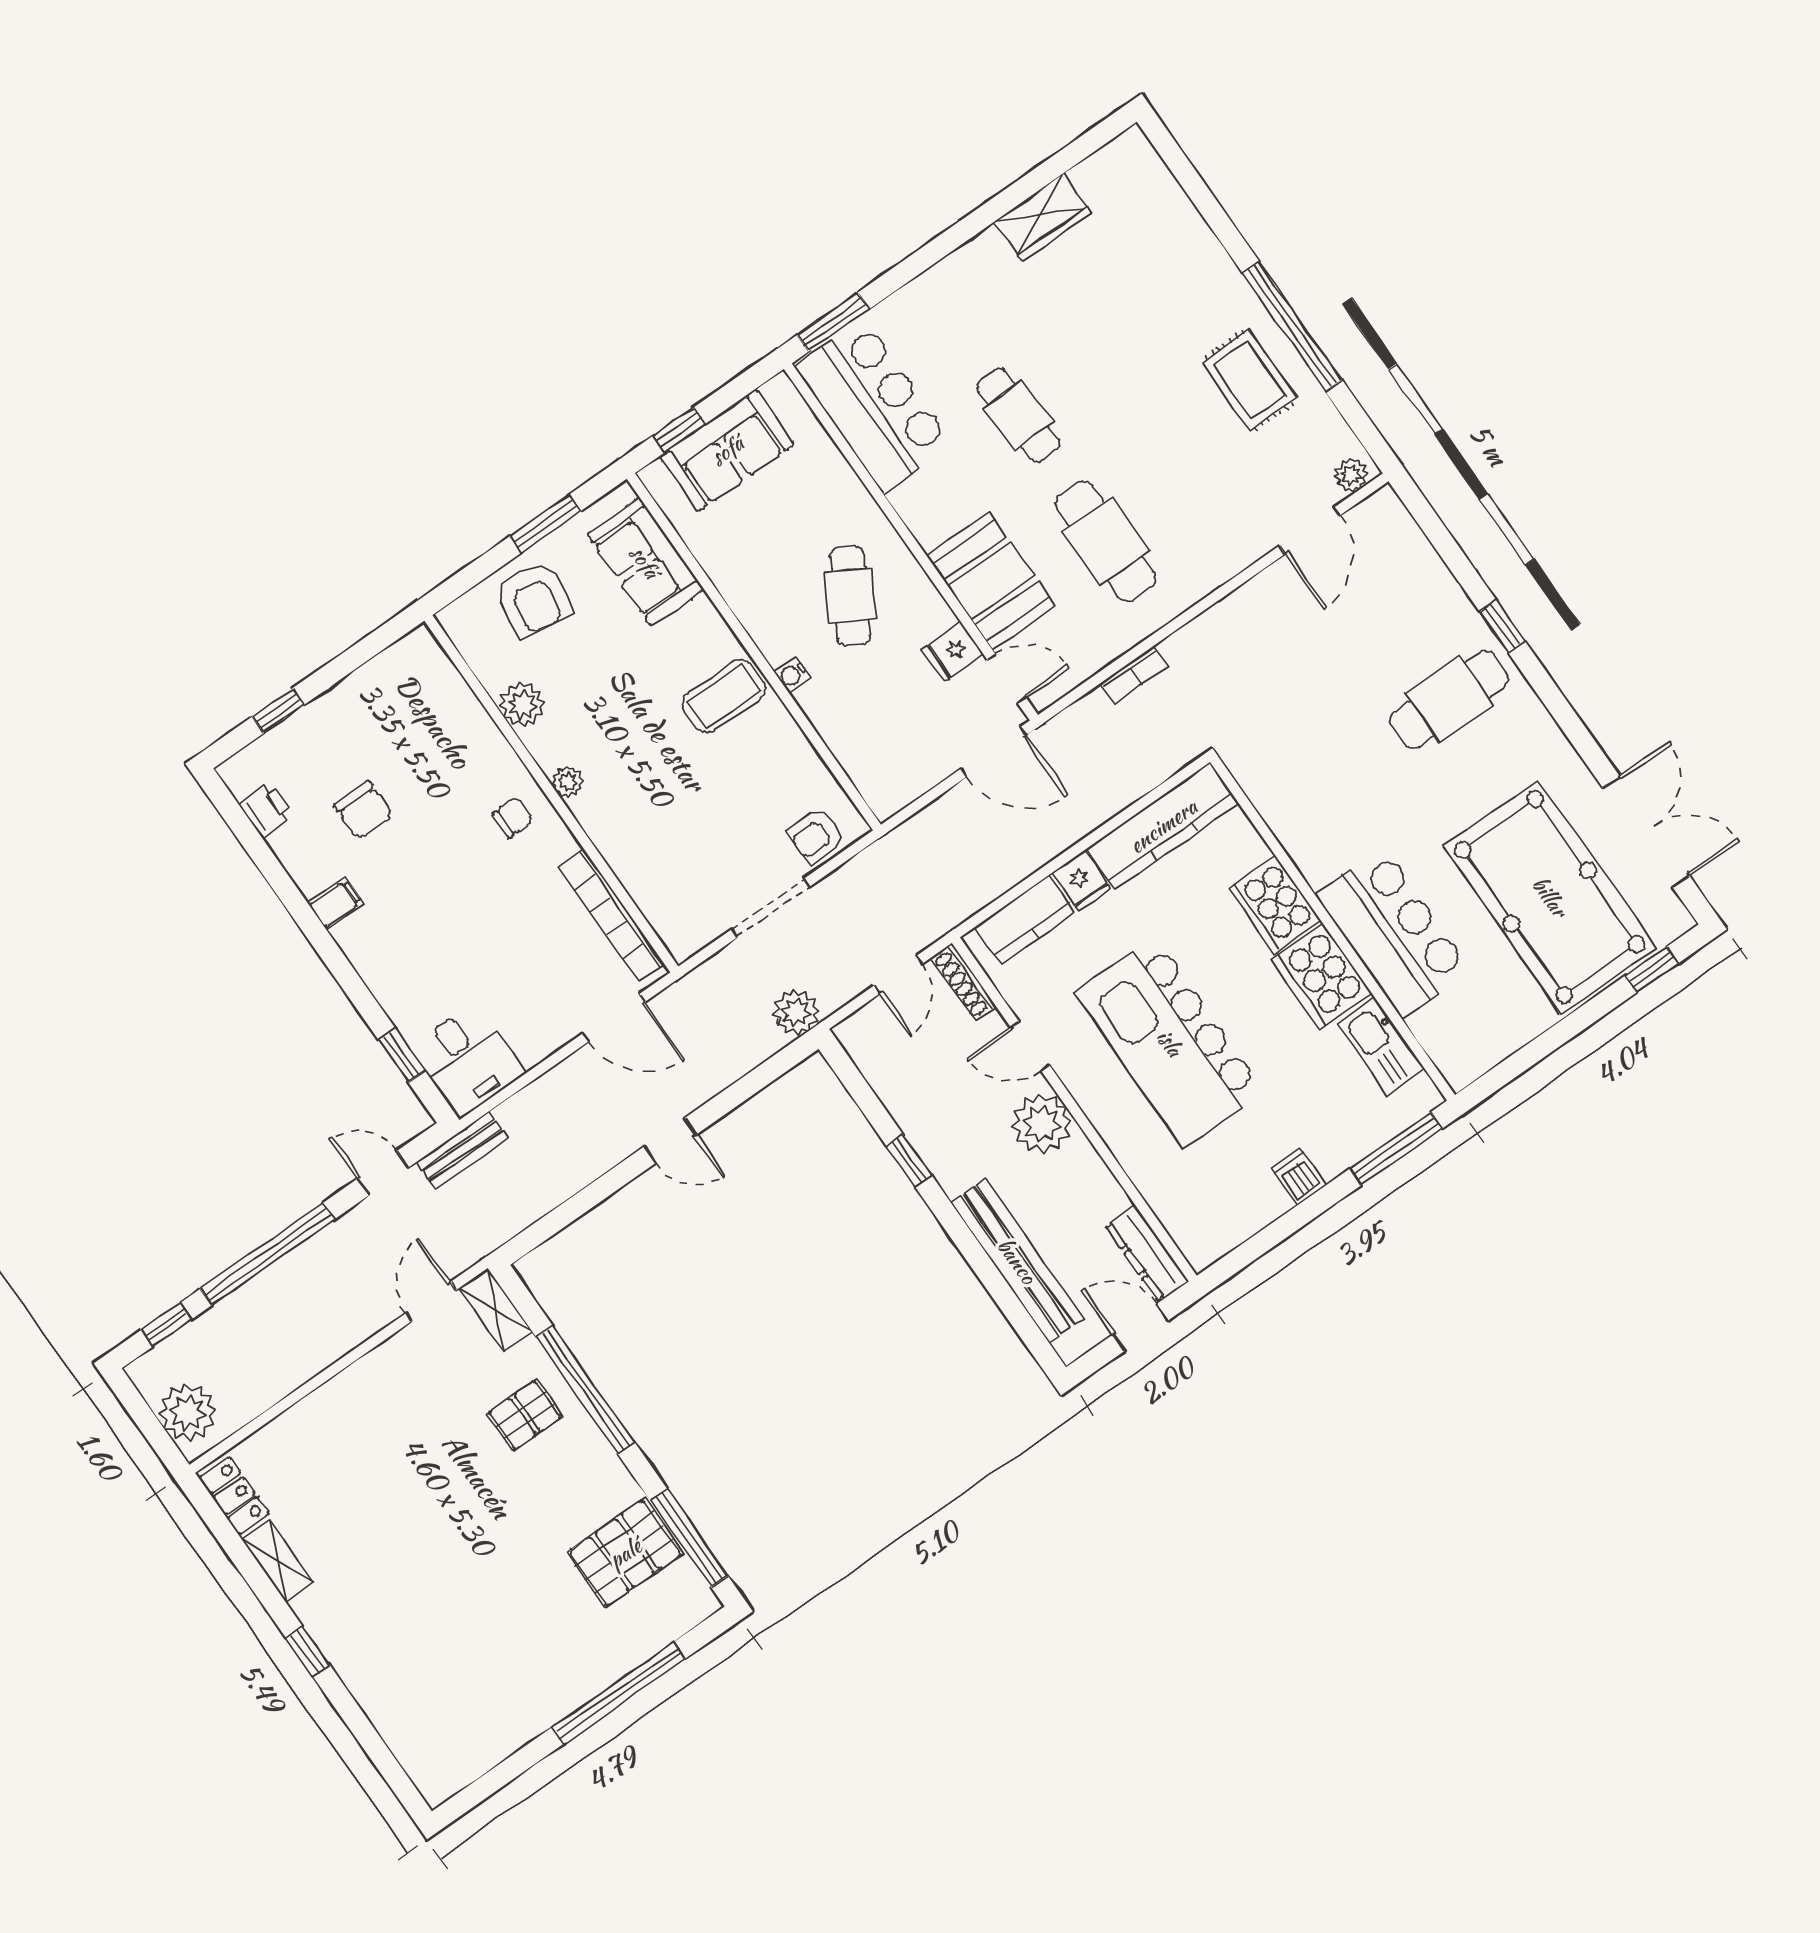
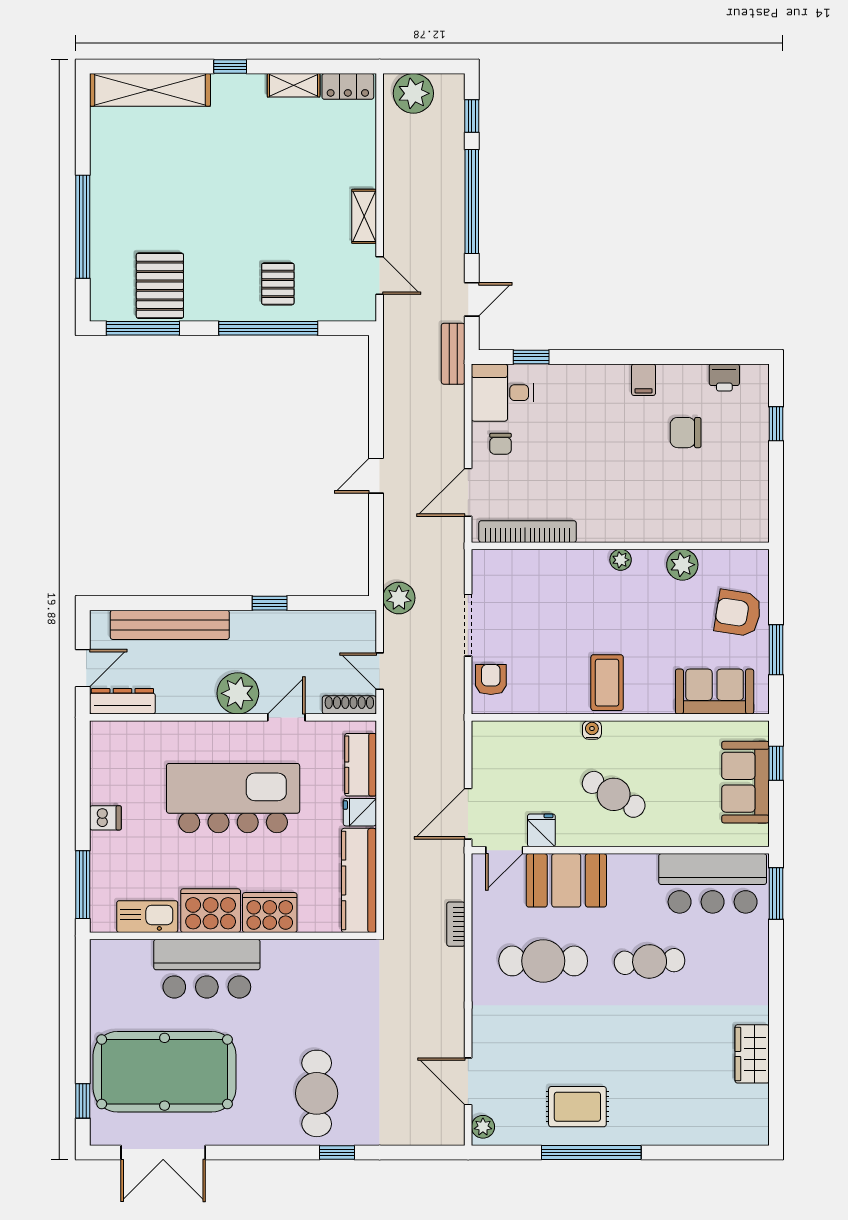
chair: (513, 817) -> (501, 444), moved
shelving: (496, 1310) -> (364, 216), moved, turned 90
shelving: (402, 1727) -> (150, 90), added

